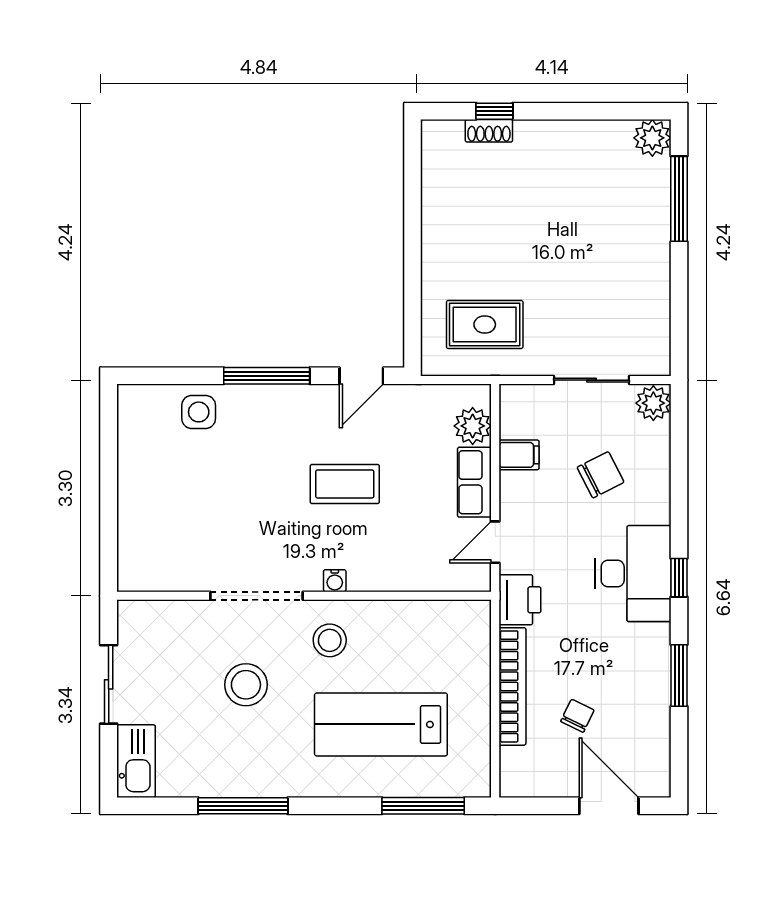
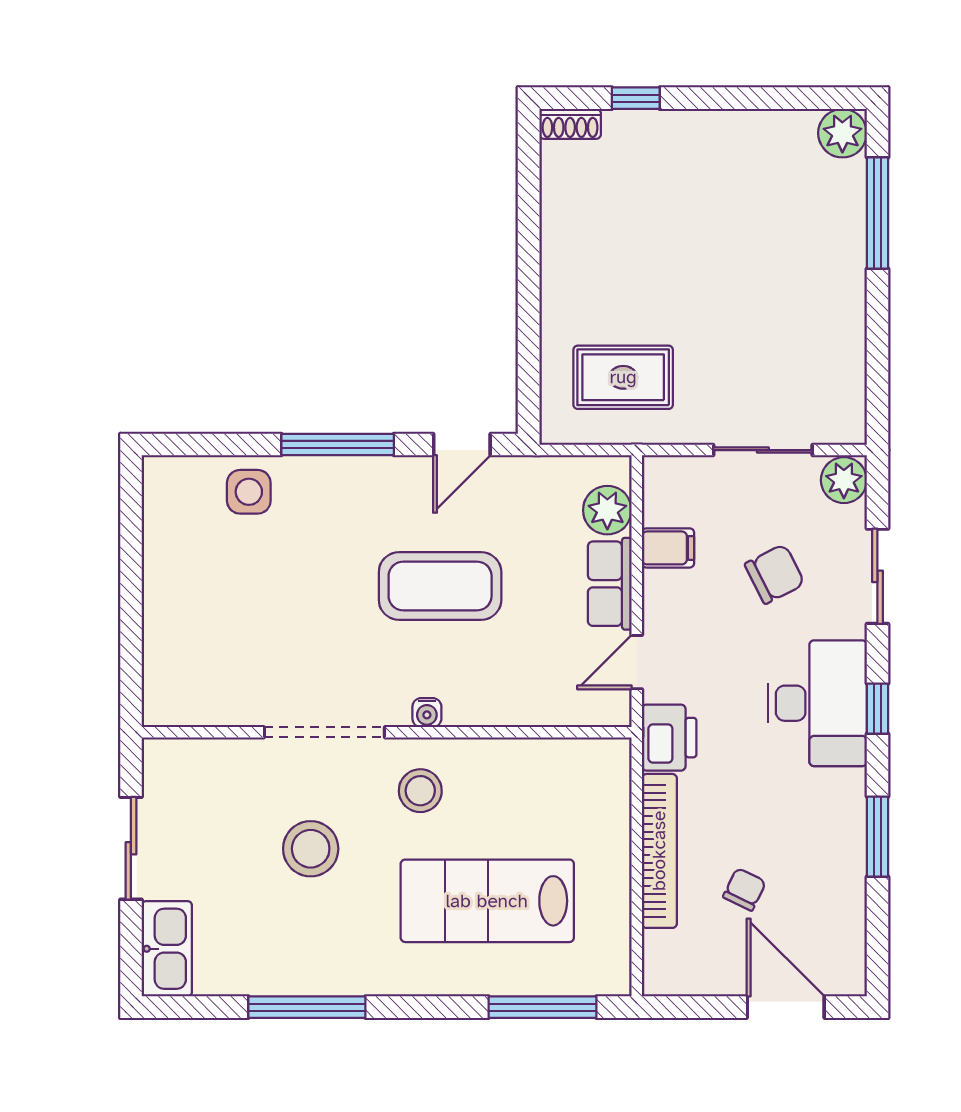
shoe rack: (489, 131) -> (570, 124), moved
sliding door: (679, 477) -> (877, 576), added
coffee table: (345, 484) -> (440, 586), width x1.36, depth x1.32

